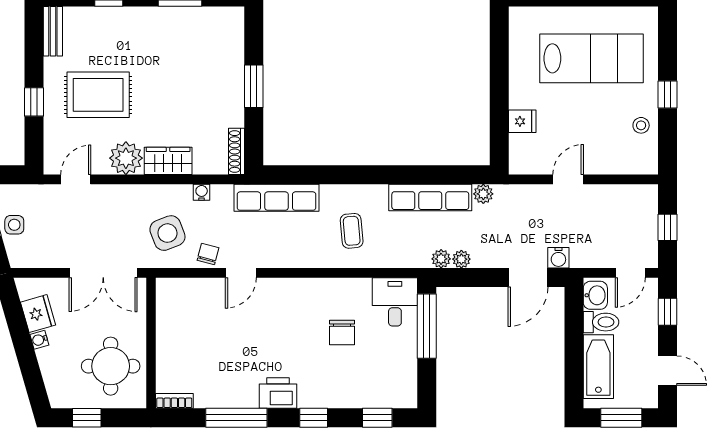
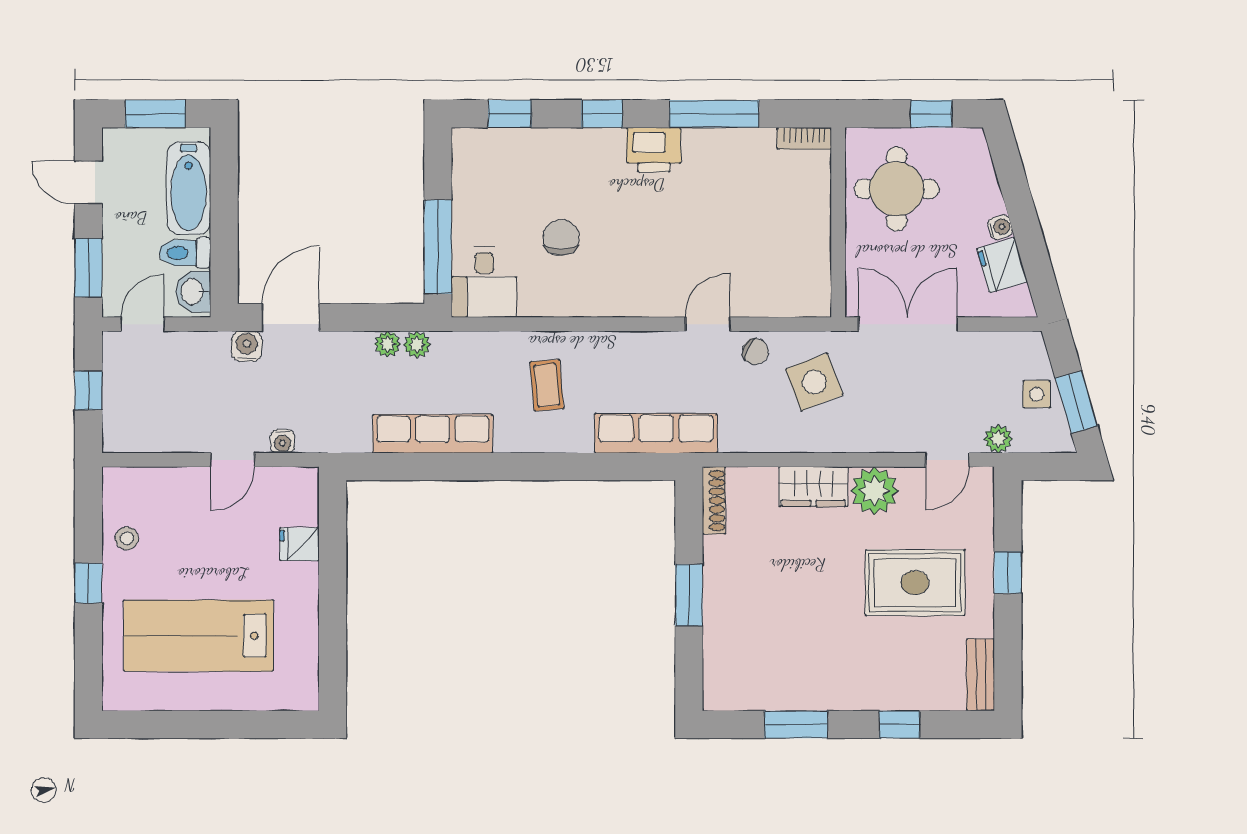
water cooler: (202, 192) -> (282, 441), moved
plant: (483, 194) -> (998, 439), moved
chair: (208, 254) -> (755, 352), turned -78
window: (667, 312) -> (88, 268), width x1.50

